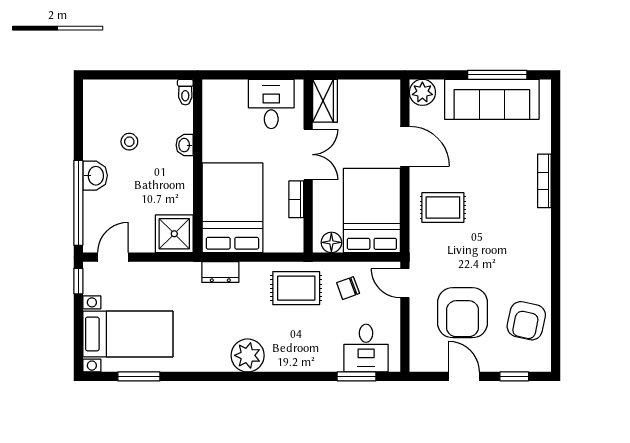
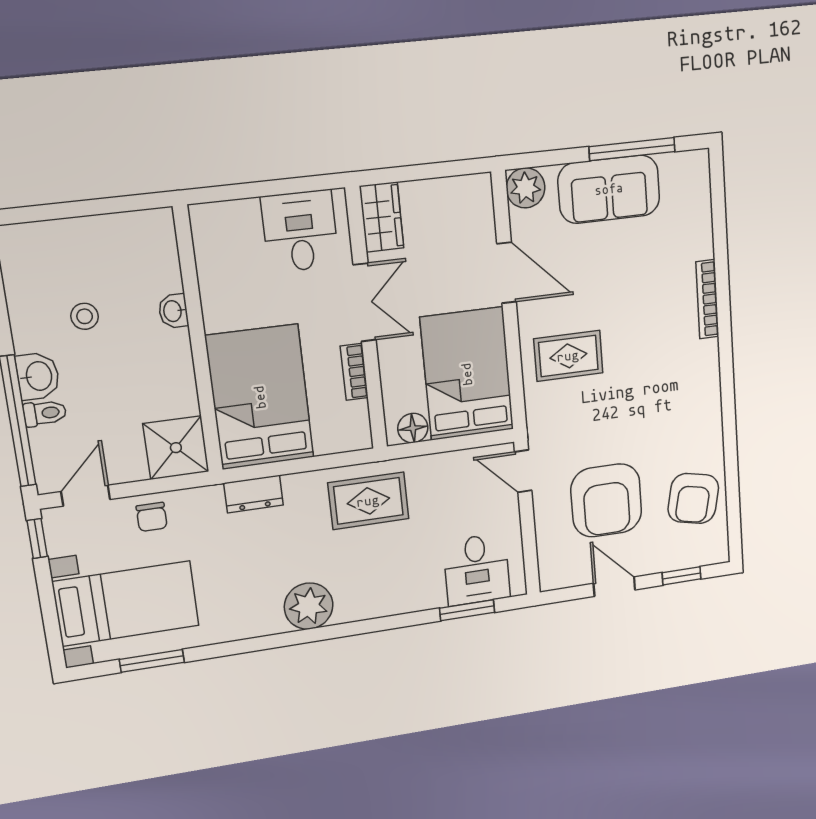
toilet: (185, 92) -> (45, 413), moved, turned -90
sofa: (492, 99) -> (609, 189), width x0.73
chair: (348, 288) -> (152, 517), moved, turned -70

